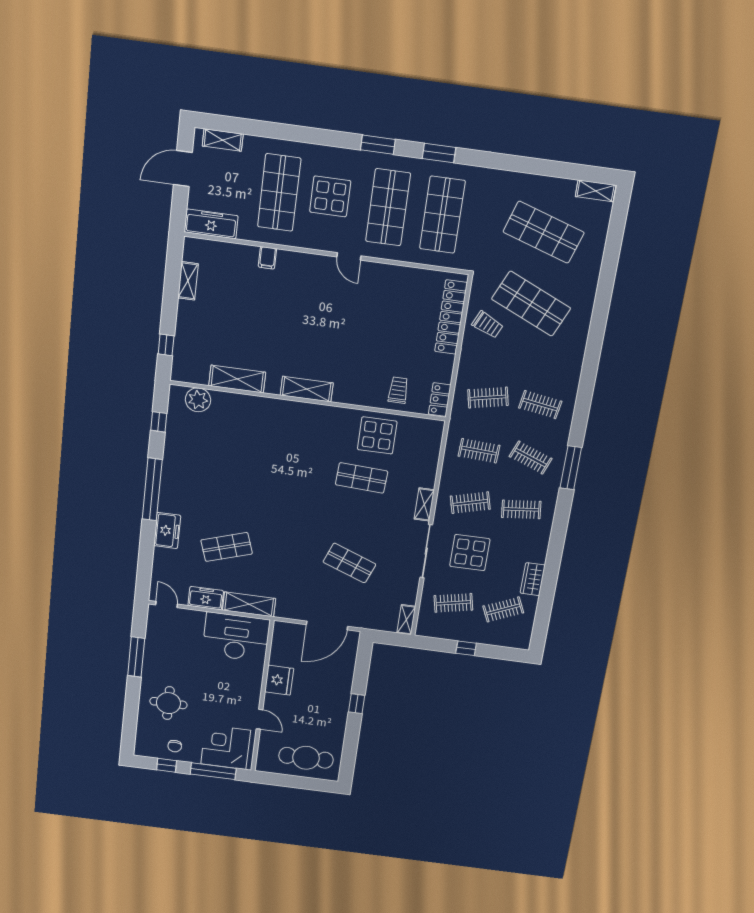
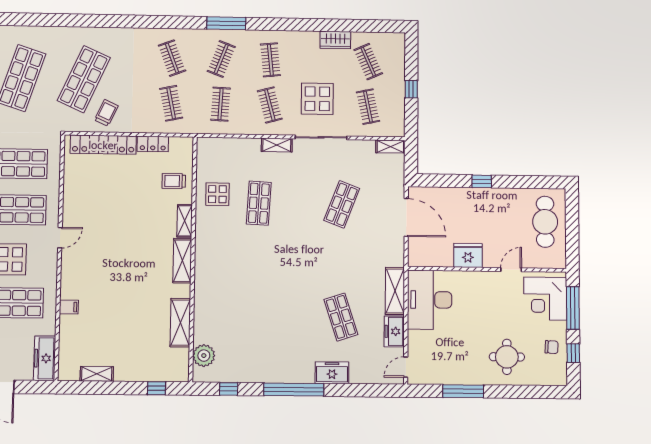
shelving: (351, 397) -> (185, 221), added
locker: (440, 400) -> (153, 144), moved
clothes rail: (540, 405) -> (172, 58), turned -30
display table: (377, 435) -> (217, 194), width x0.73, depth x0.73

